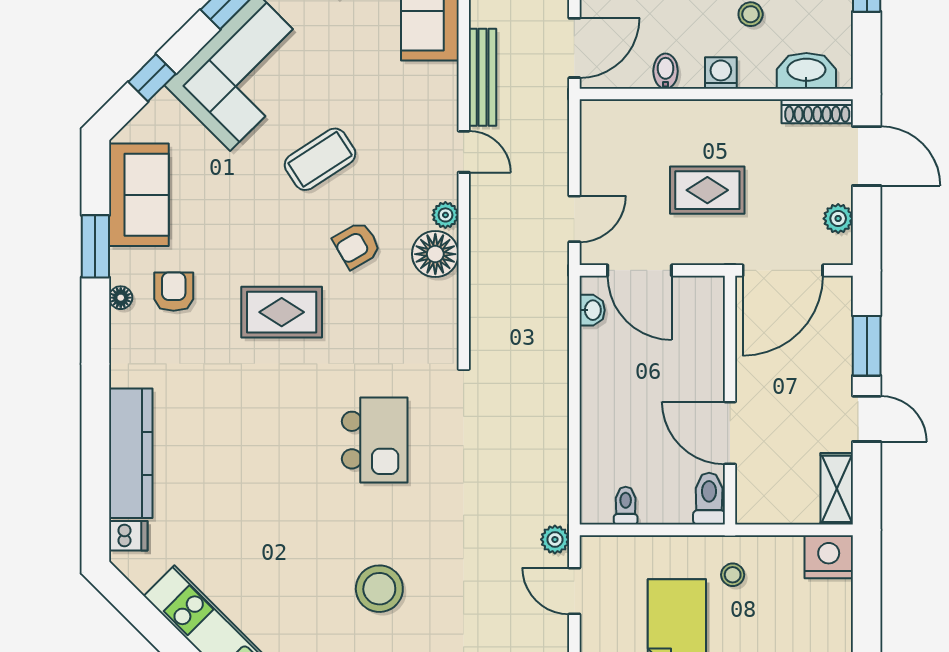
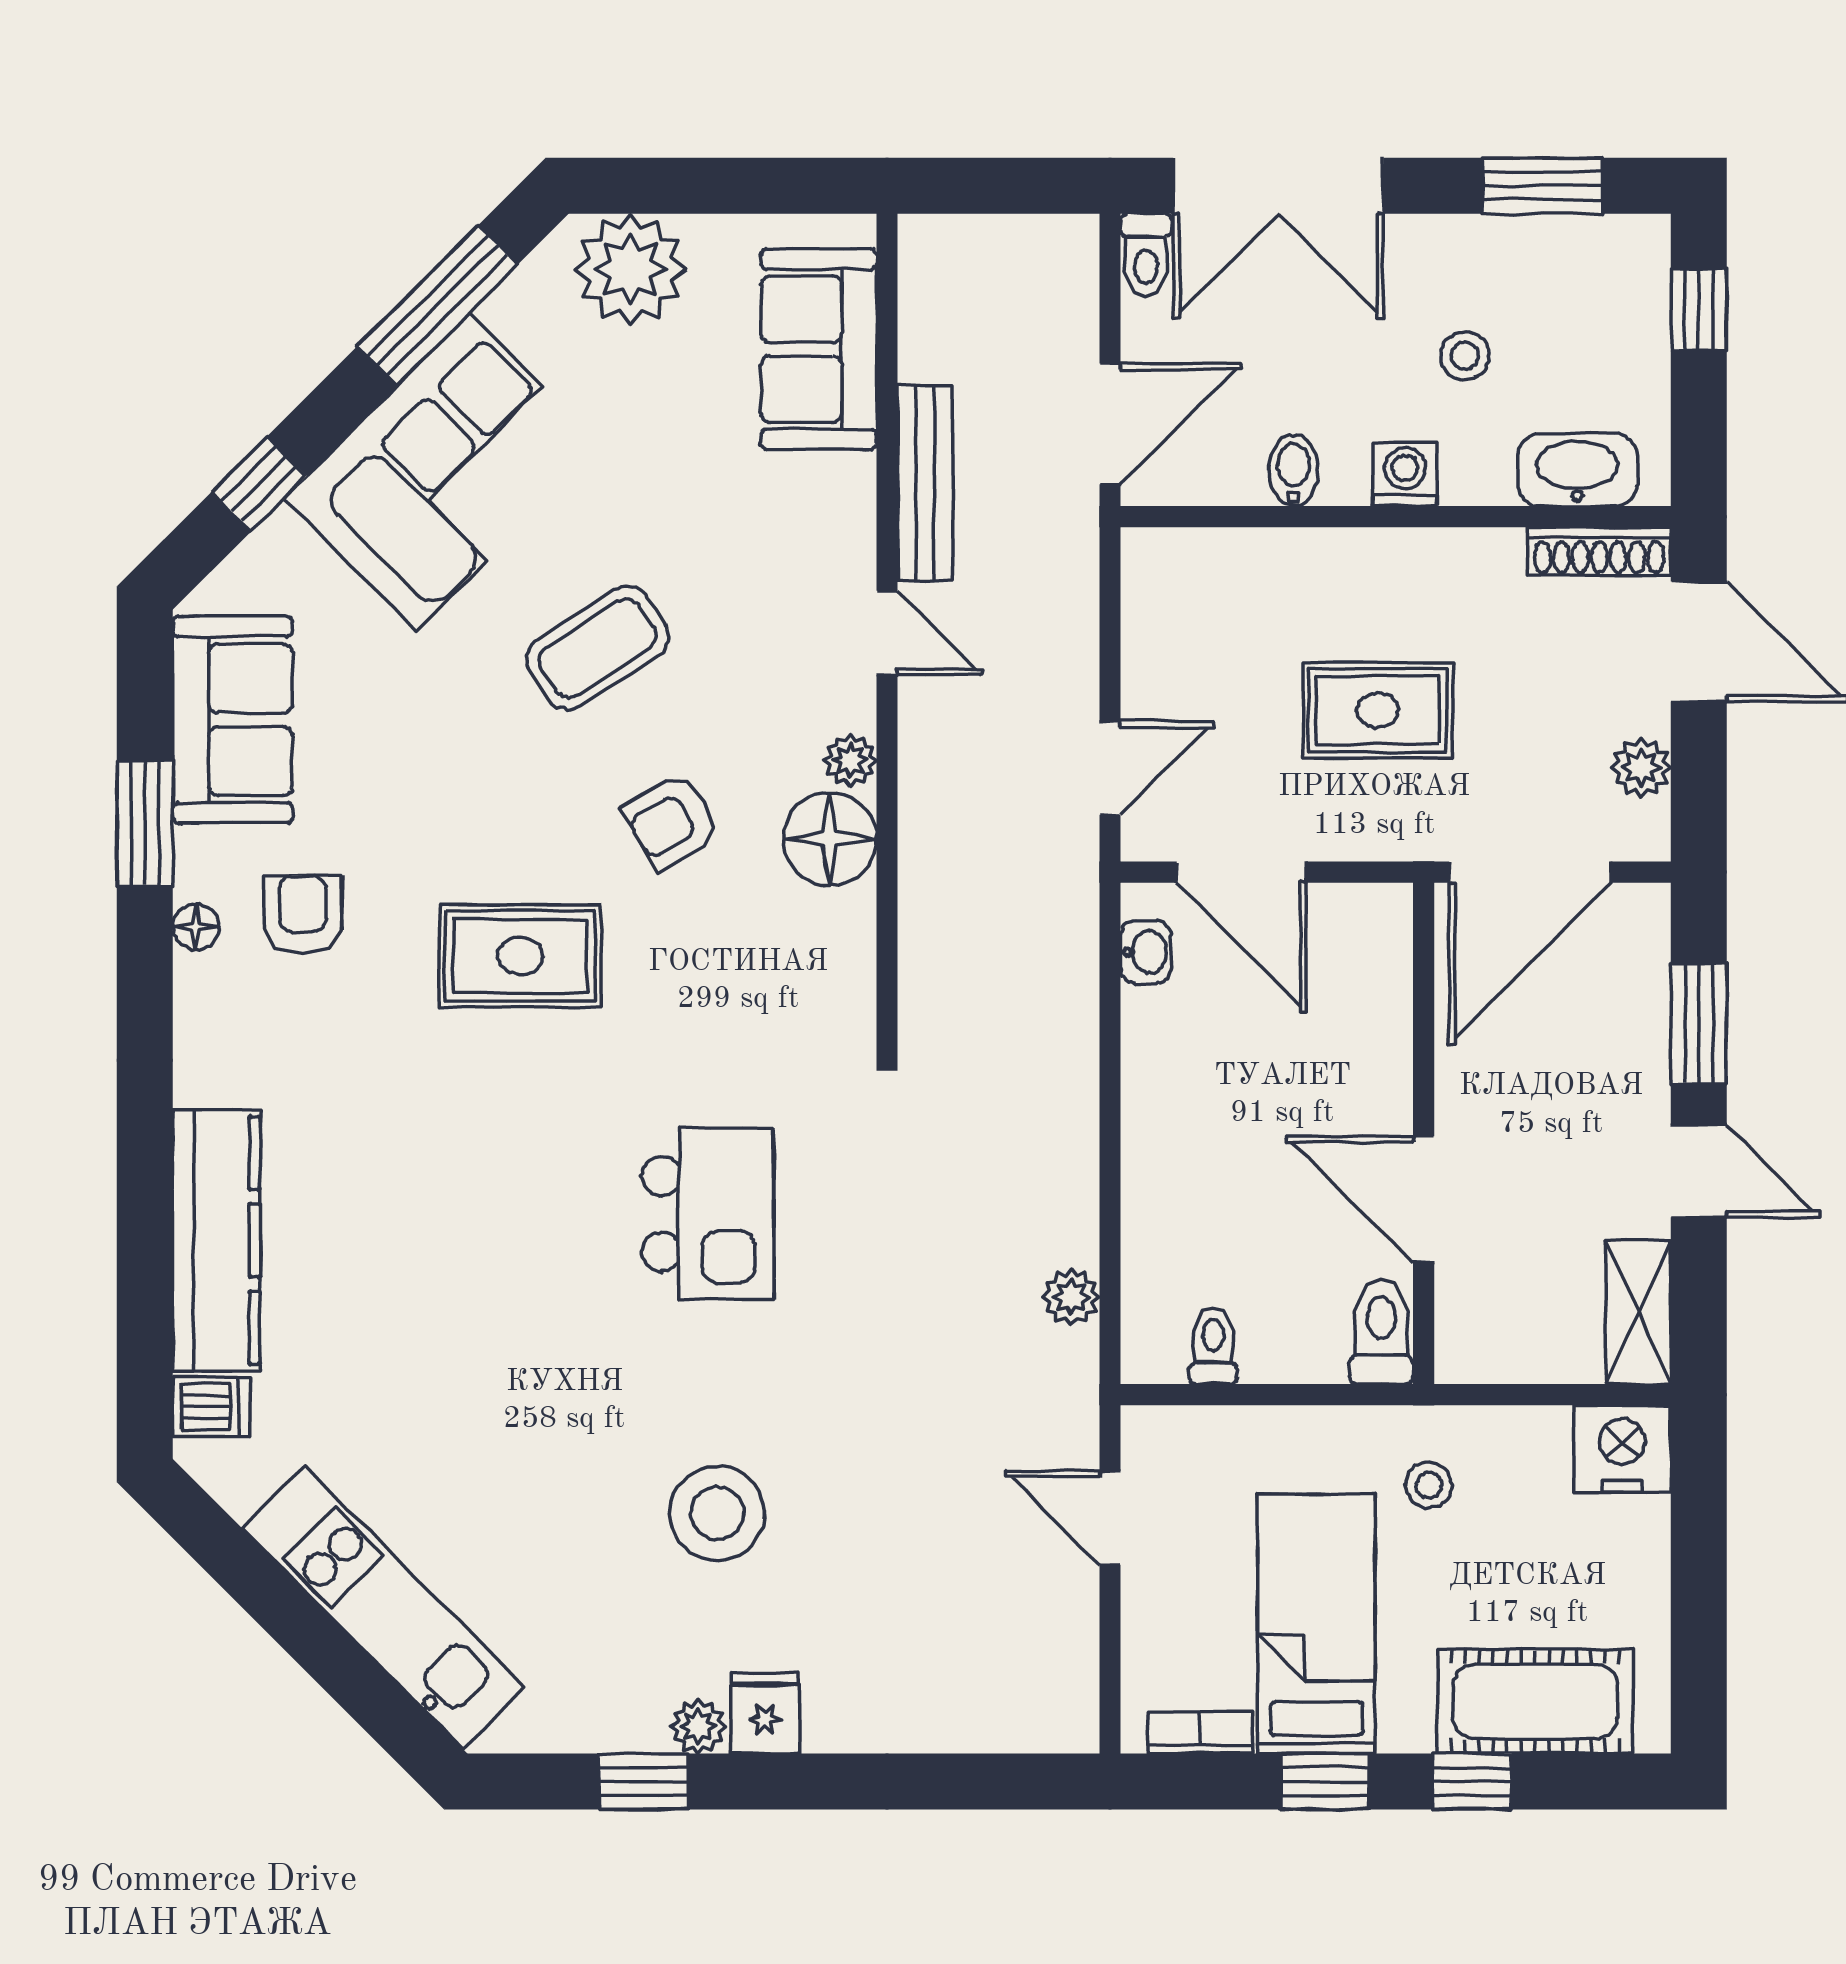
plant: (555, 539) -> (1071, 1297), moved

